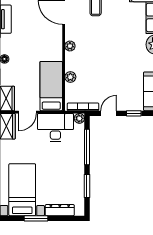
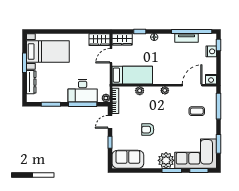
armchair: (118, 67) -> (148, 130), added
door: (27, 112) -> (111, 56), hinge flipped
door: (109, 113) -> (110, 122), swing flipped
desk: (55, 127) -> (83, 91), moved, turned 90

